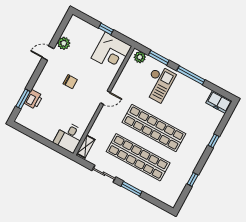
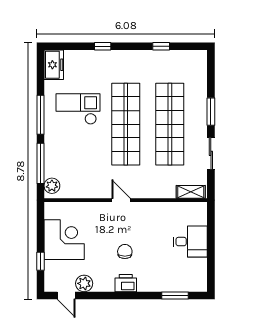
window: (106, 29) -> (40, 261), moved
corner desk: (111, 52) -> (64, 240), moved
door: (48, 53) -> (66, 296), moved
window: (159, 58) -> (40, 163), width x1.44
checkout: (159, 84) -> (78, 109), moved
printer: (33, 99) -> (126, 283), moved
desk: (69, 137) -> (190, 242), moved

